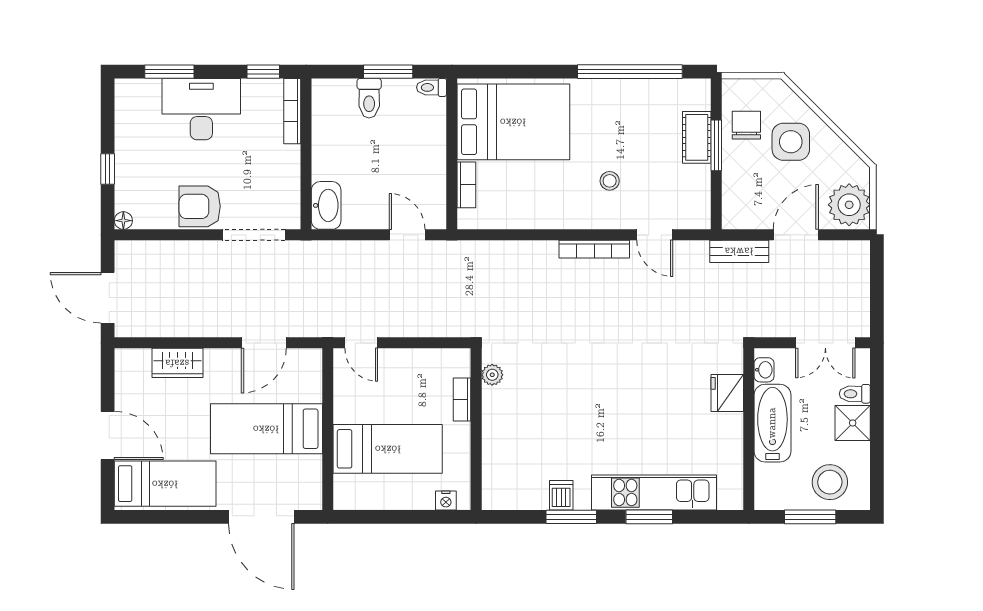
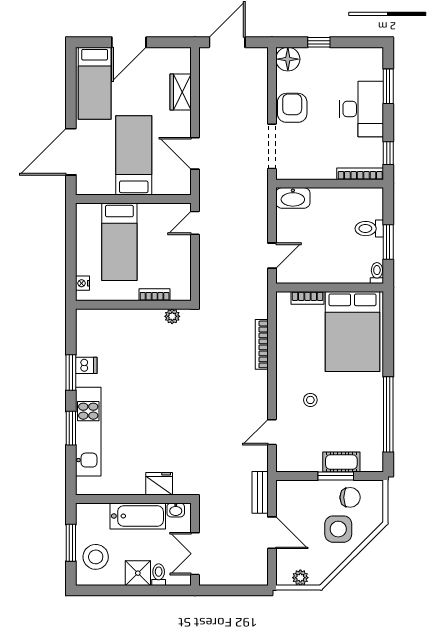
plant: (849, 205) -> (300, 578), width x0.53, depth x0.53
floor lamp: (123, 221) -> (288, 59), width x1.89, depth x1.89
bookcase: (594, 249) -> (262, 344), moved

